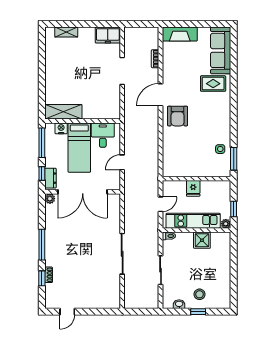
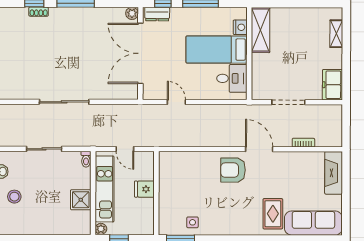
shelving: (63, 112) -> (261, 30), moved
wall: (83, 121) -> (249, 54), moved
nightstand: (61, 128) -> (240, 27), moved
desk: (103, 135) -> (232, 78), moved
bed: (79, 148) -> (217, 50), moved

